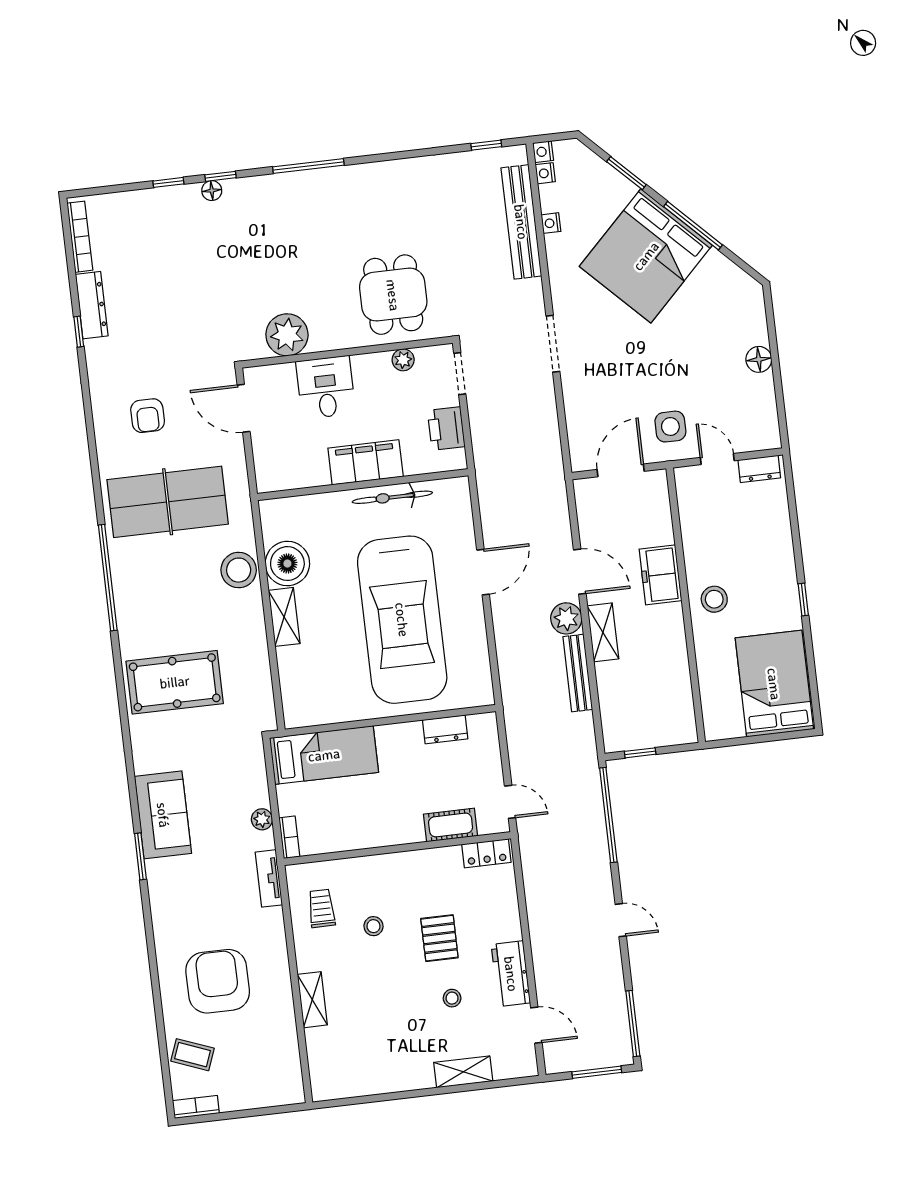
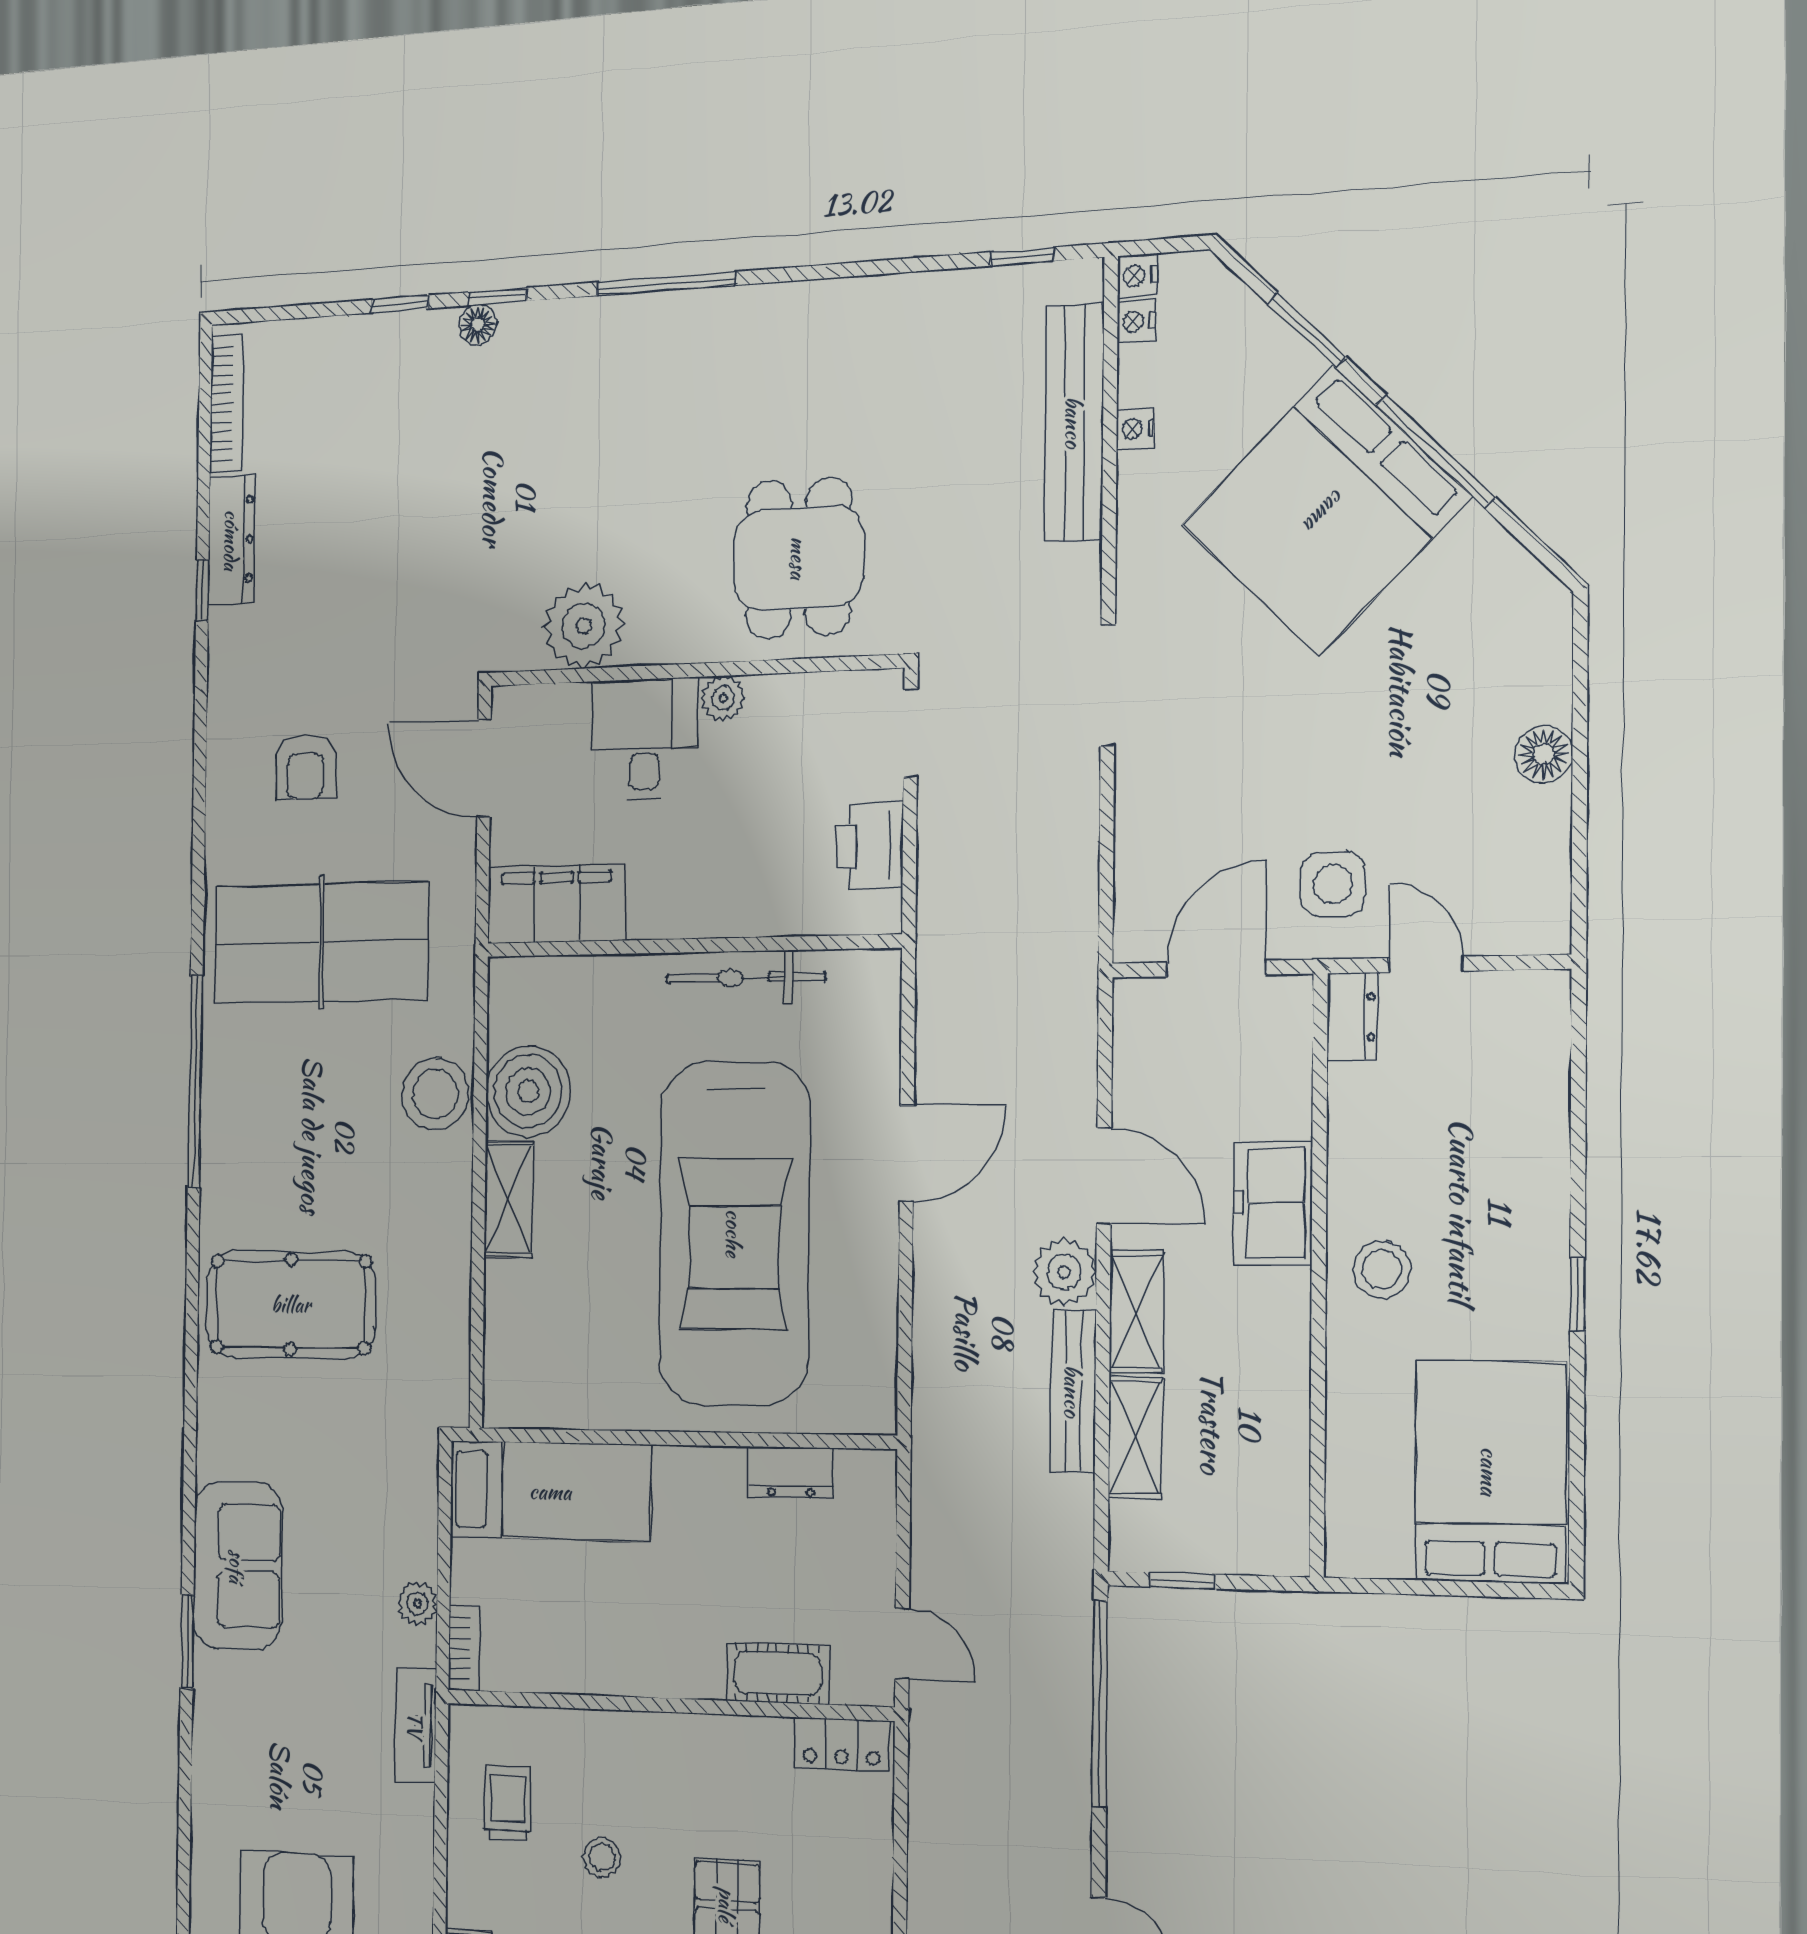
plant: (403, 360) -> (723, 698), moved
filing cabinet: (366, 462) -> (556, 904), moved
dresser: (759, 469) -> (1352, 1017), moved, turned -90
shelving: (610, 690) -> (1135, 1438), added

